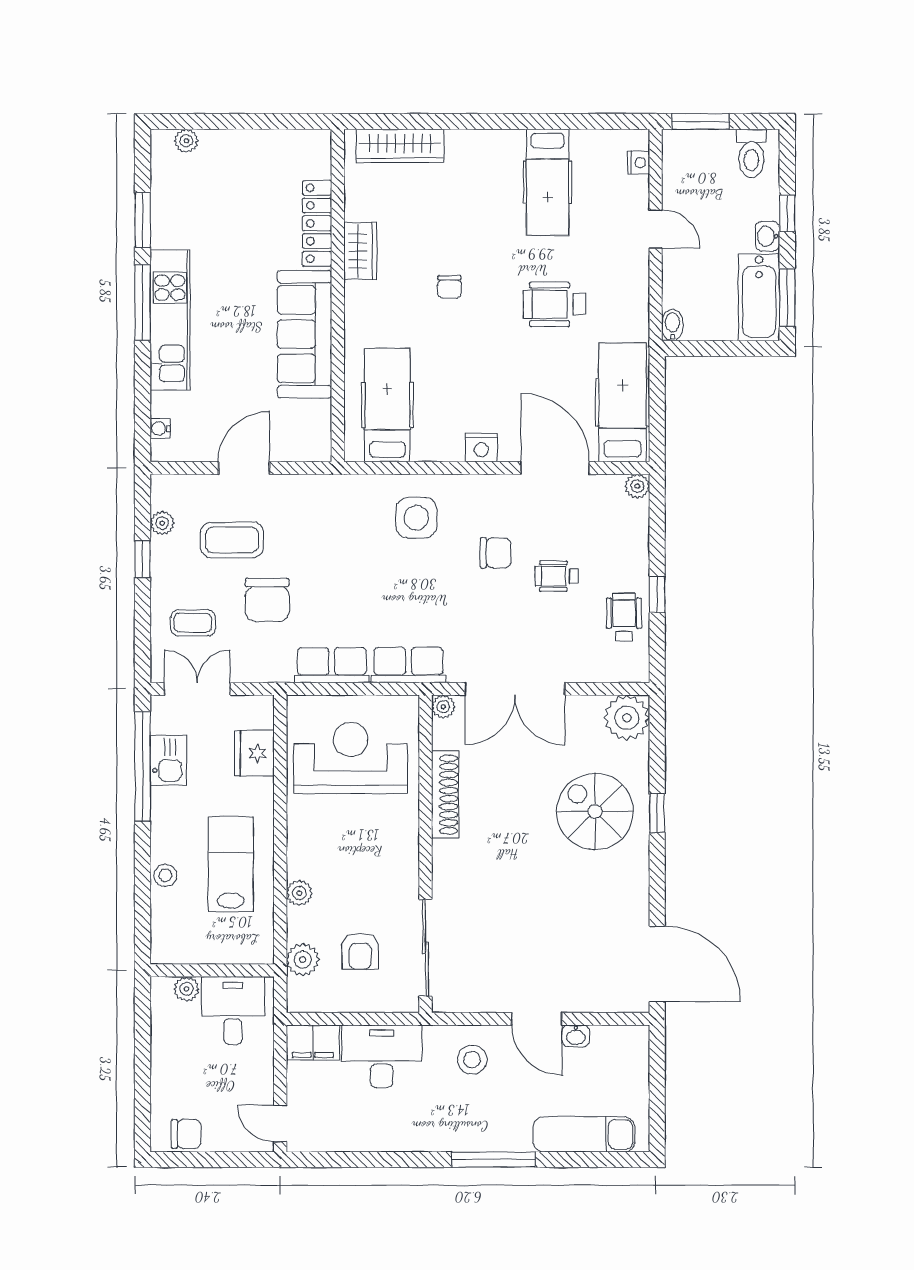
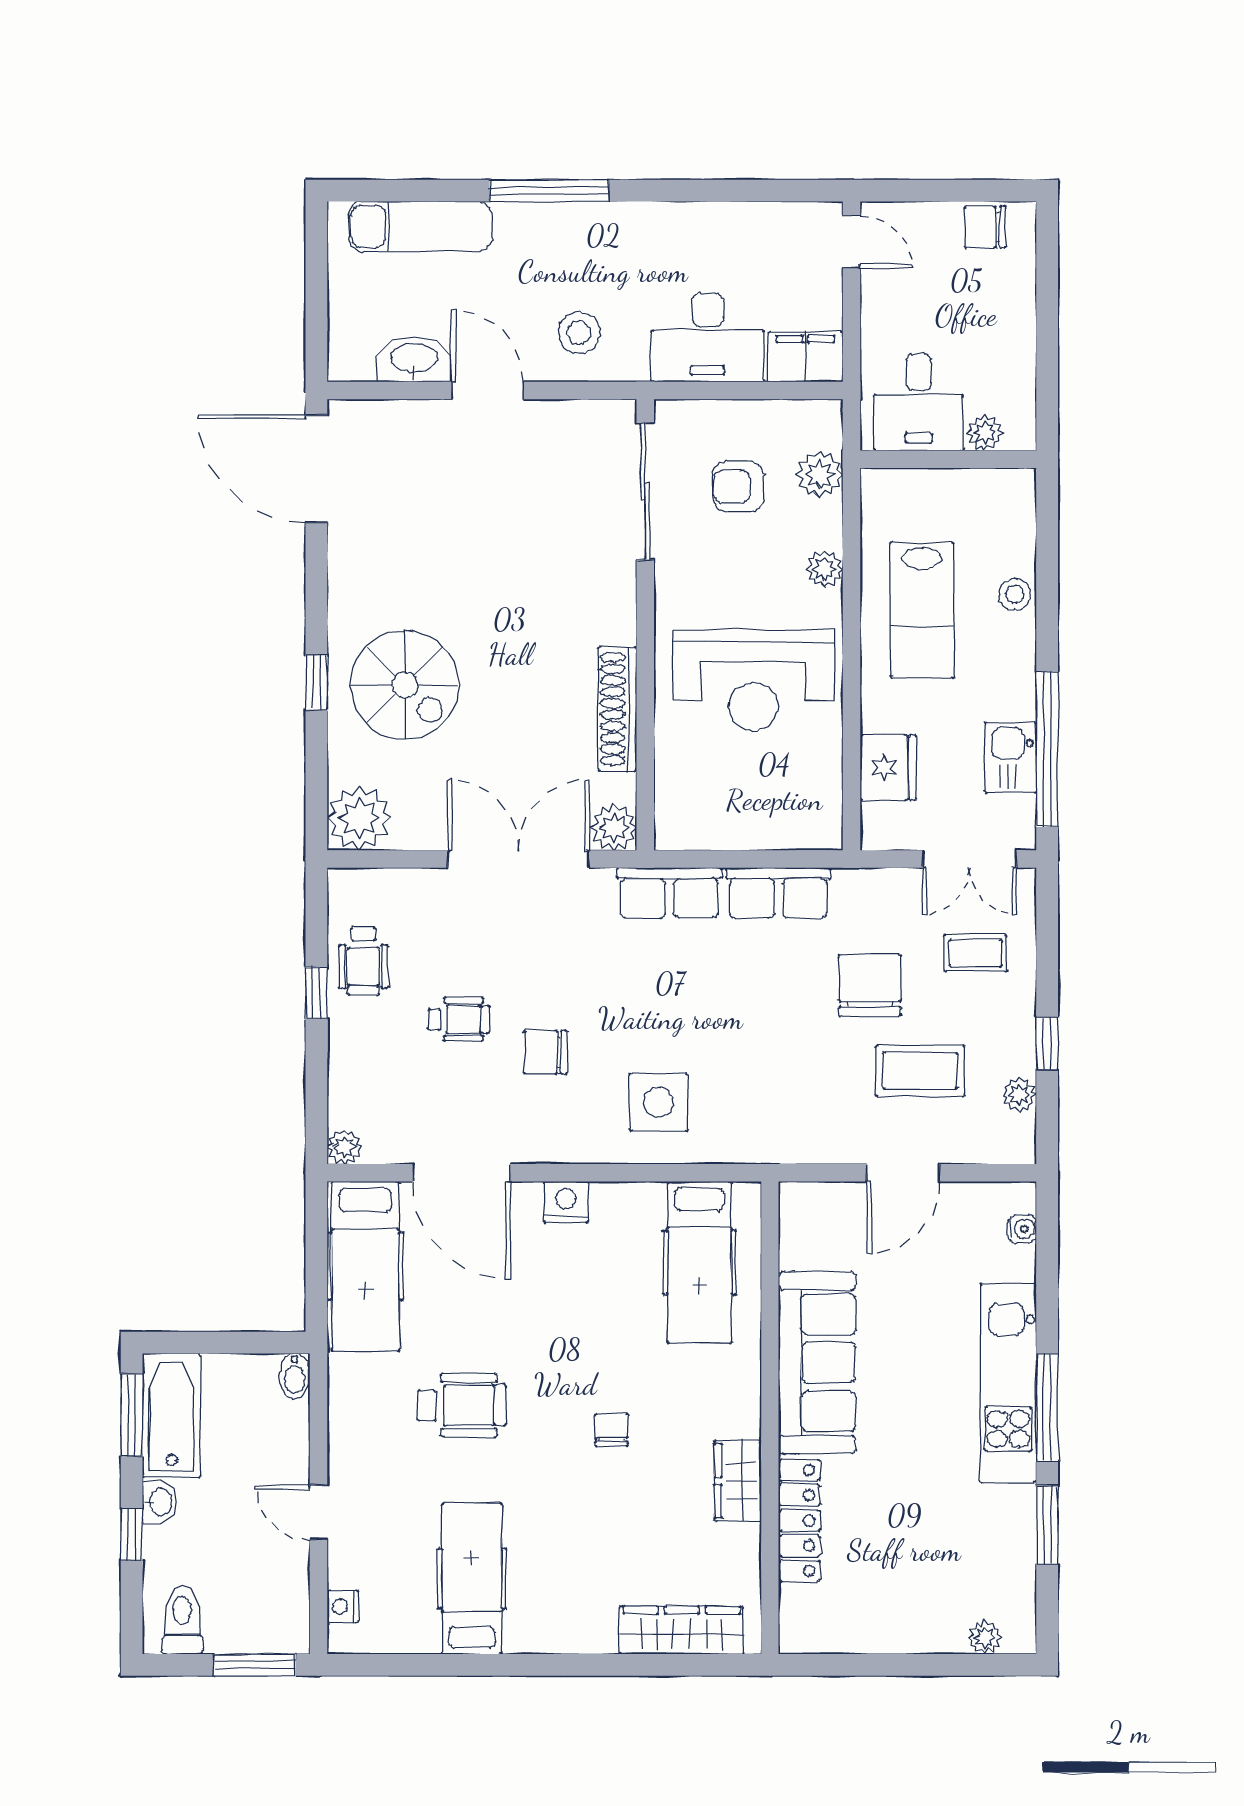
plant: (443, 707) -> (614, 828), width x1.38, depth x1.38
reception desk: (351, 758) -> (753, 680), moved
armchair: (360, 951) -> (738, 487), turned -90
washbasin: (576, 1036) -> (414, 359), width x1.91, depth x1.45

